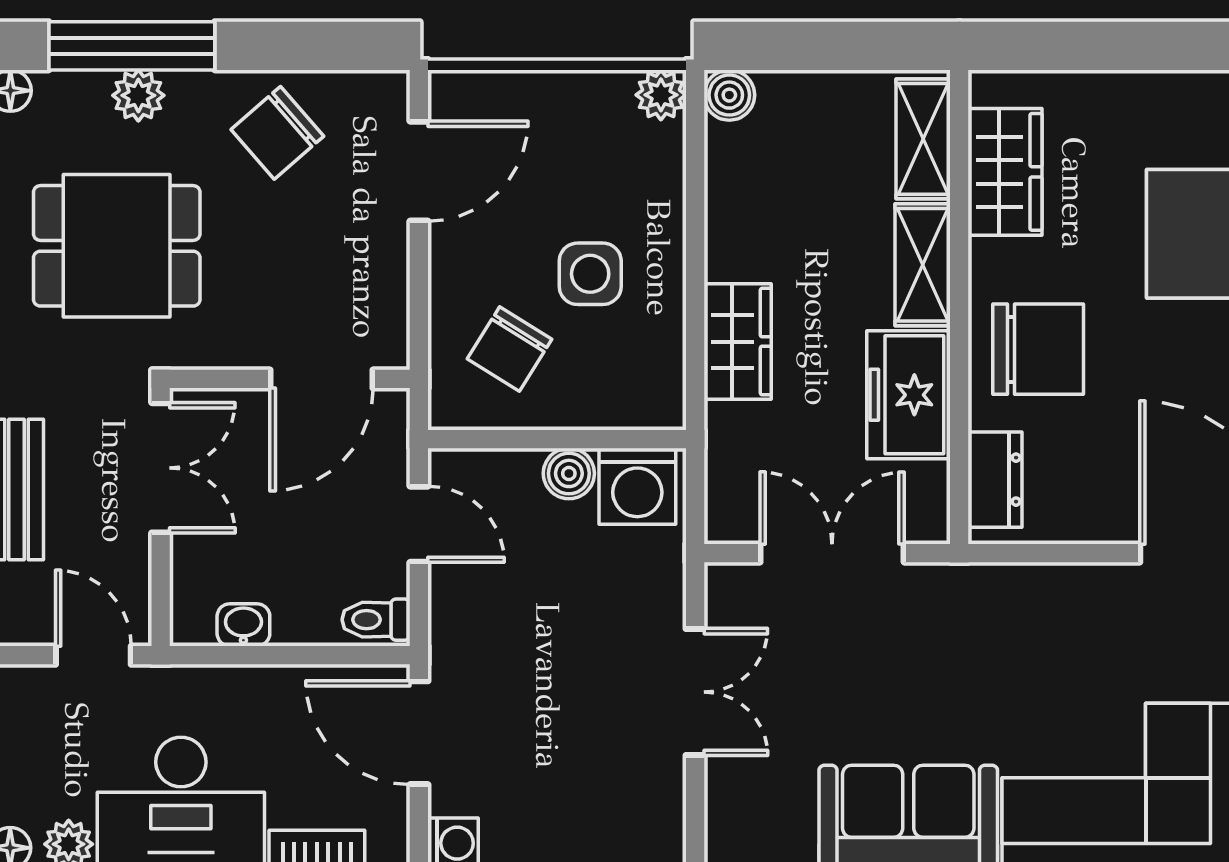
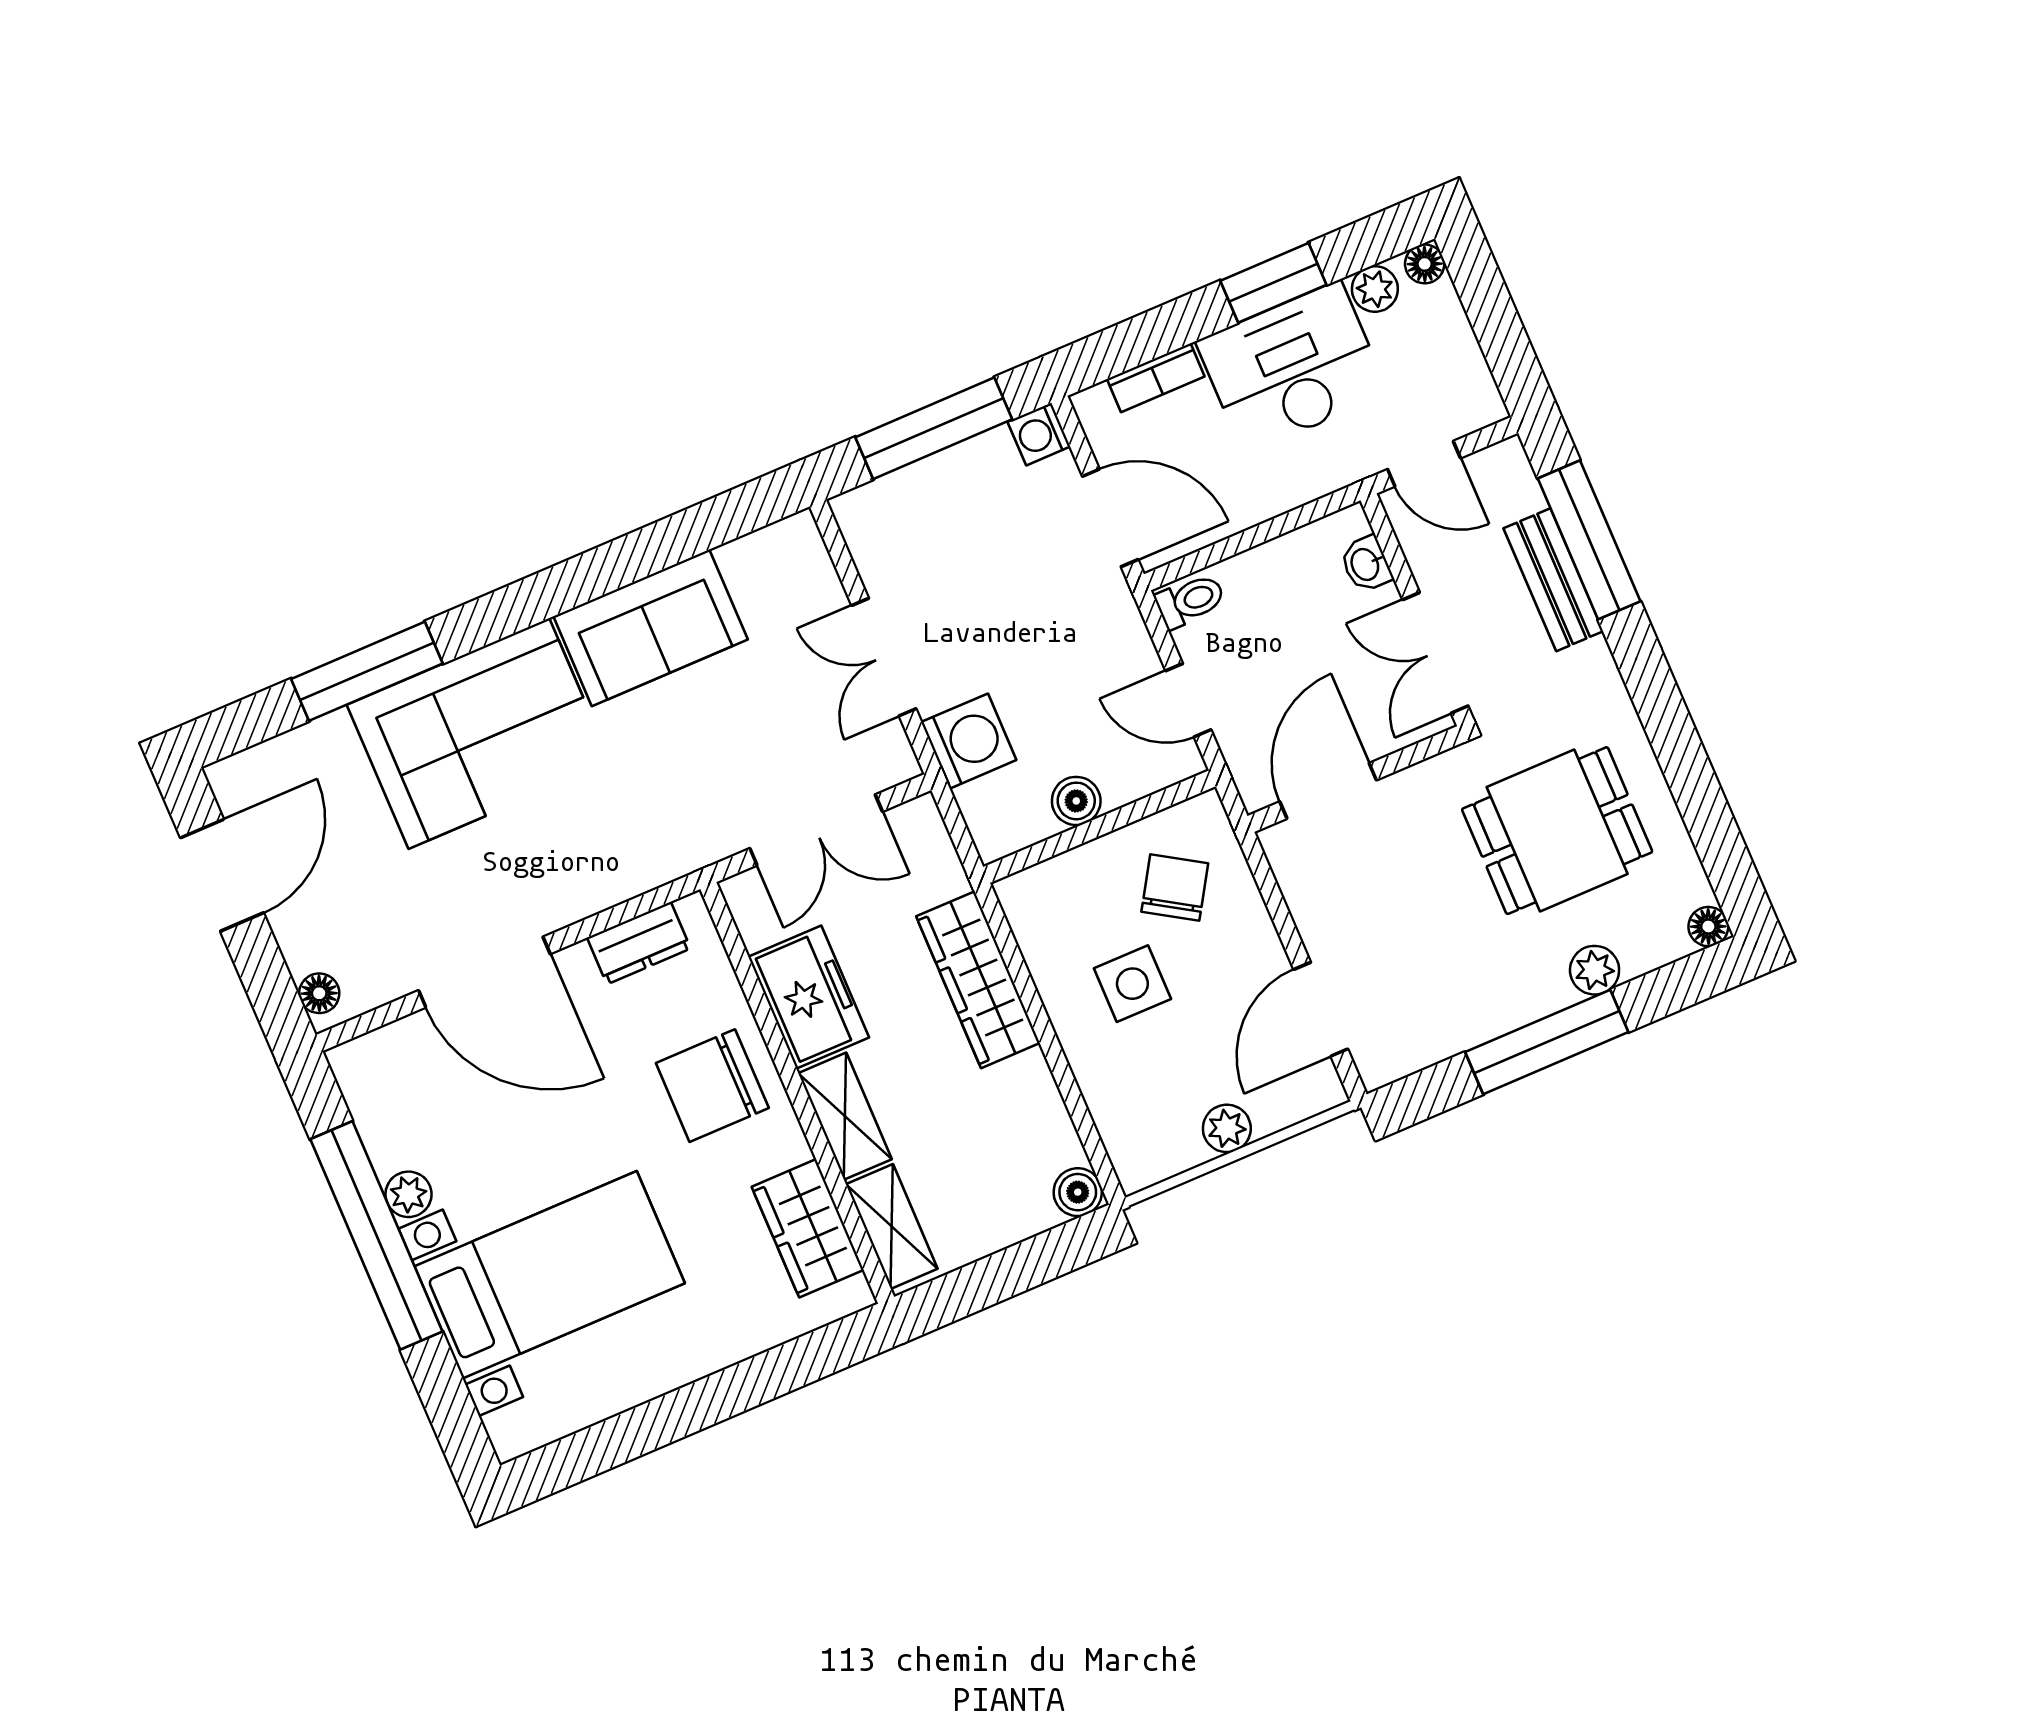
window: (132, 46) -> (1547, 1042), moved
plant: (661, 95) -> (1227, 1128), moved
chair: (277, 133) -> (1459, 990), removed
wardrobe: (738, 342) -> (978, 980), width x1.50
dresser: (995, 480) -> (639, 943), moved, turned -90
washing machine: (637, 486) -> (969, 741), moved, turned 90
washbasin: (243, 625) -> (1366, 564), moved, turned 90

